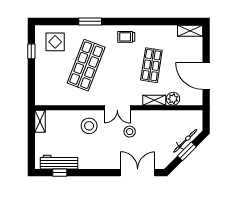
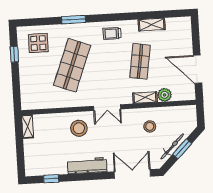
shelving: (190, 31) -> (152, 25), moved
stool: (130, 132) -> (150, 126), moved
bicycle: (185, 141) -> (172, 146), moved
workbench: (59, 162) -> (87, 166), moved

